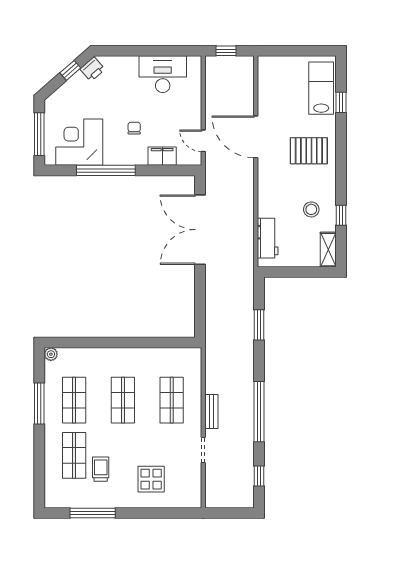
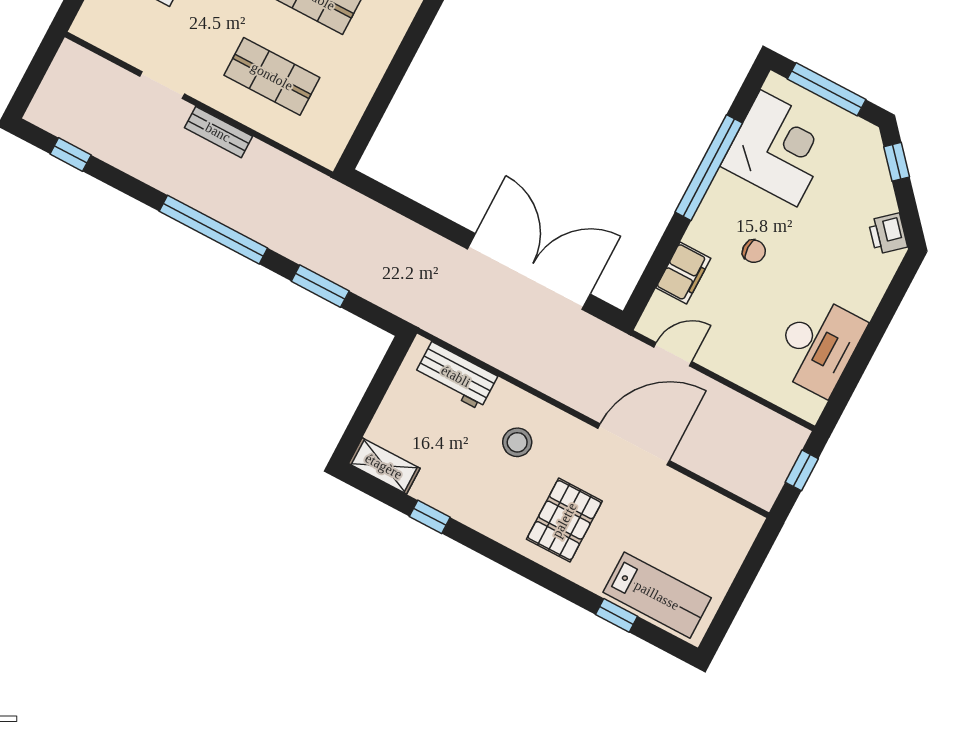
window: (70, 70) -> (897, 162), moved
stool: (311, 209) -> (517, 442), moved
window: (259, 412) -> (213, 230), moved

